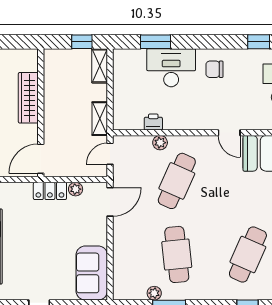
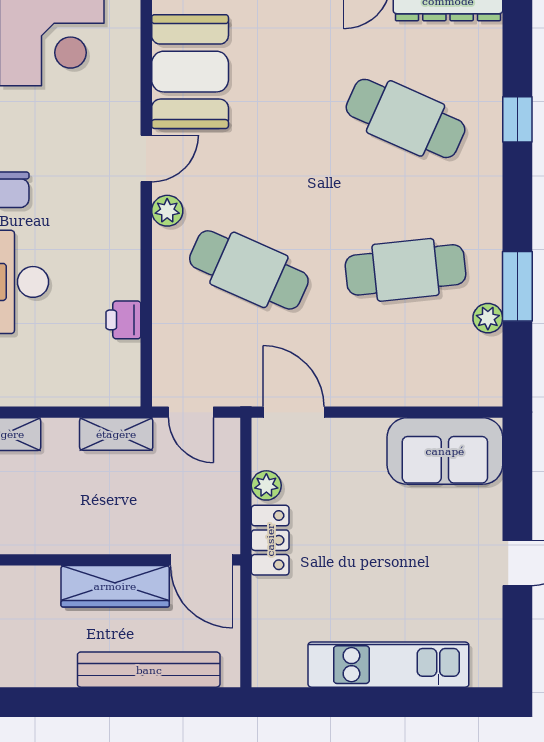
wardrobe: (28, 98) -> (115, 586), moved
plant: (160, 143) -> (167, 211), moved

